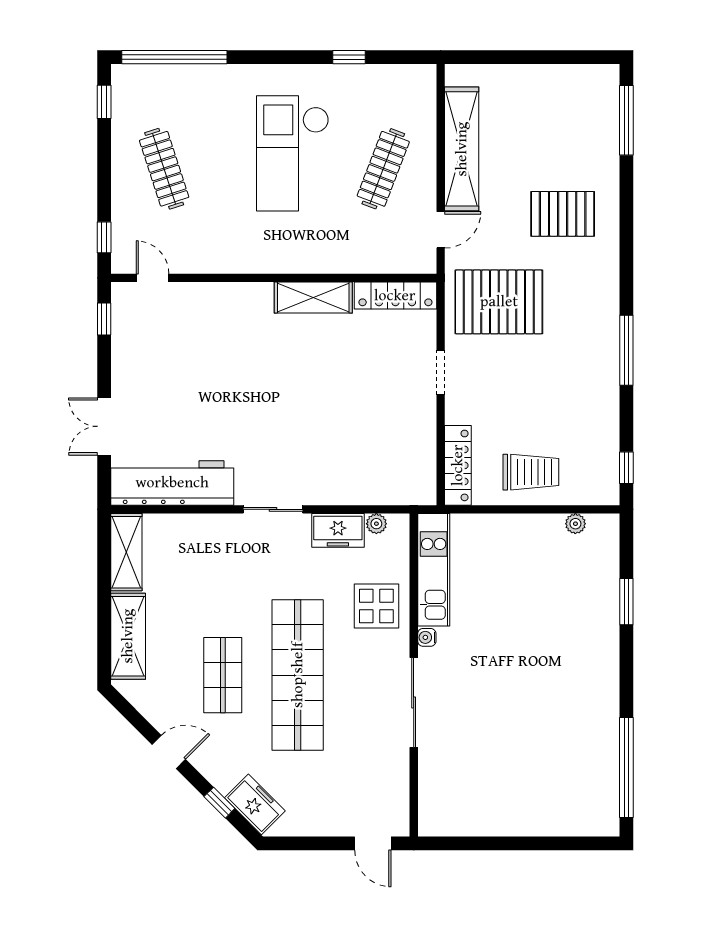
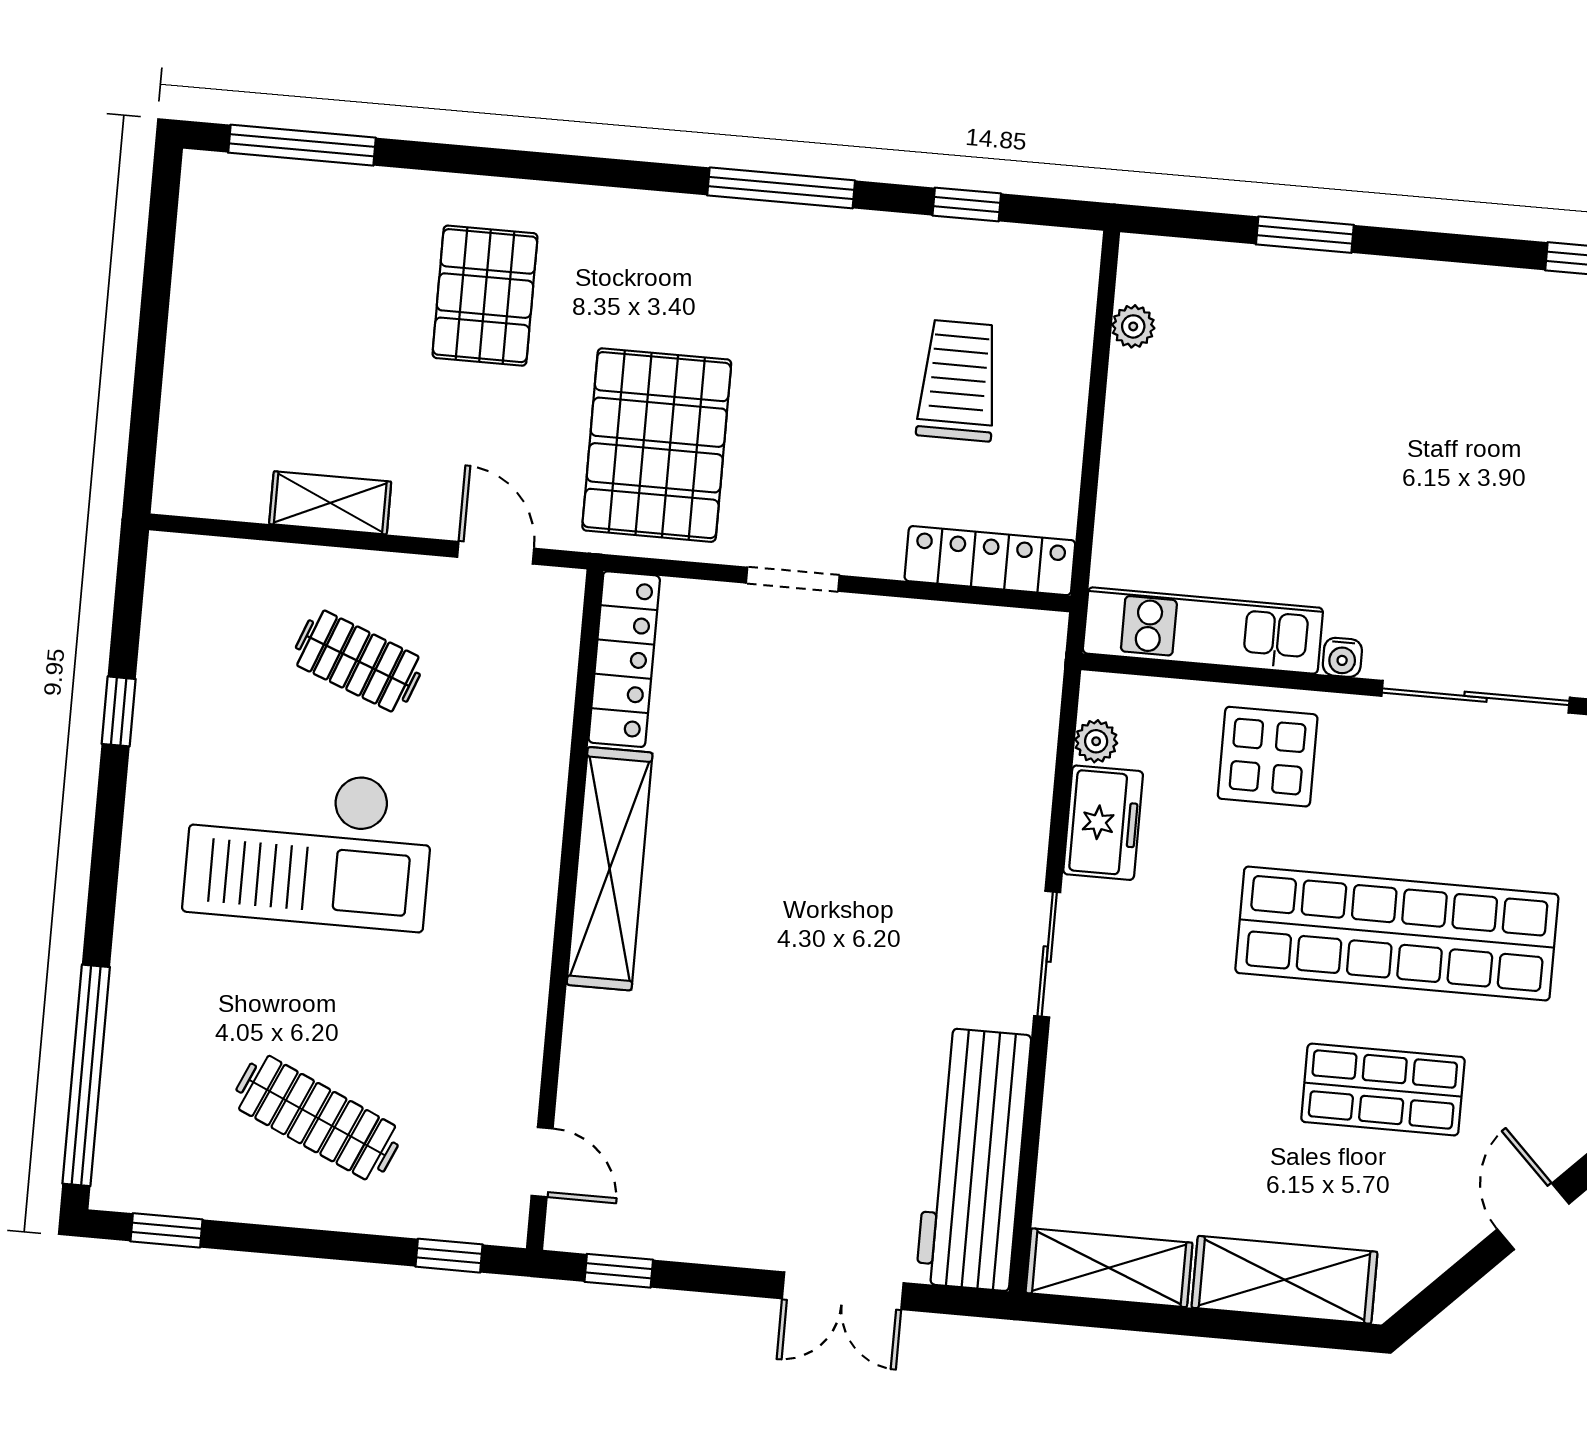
shelving: (462, 149) -> (330, 503), width x0.45, depth x0.75
clothes rail: (164, 169) -> (317, 1118), turned 42
clothes rail: (383, 169) -> (358, 661), width x0.73
door: (152, 278) -> (542, 1162), swing flipped
shelving: (313, 297) -> (610, 869), width x1.47
window: (626, 468) -> (967, 205), moved
trolley: (531, 472) -> (958, 381), moved

